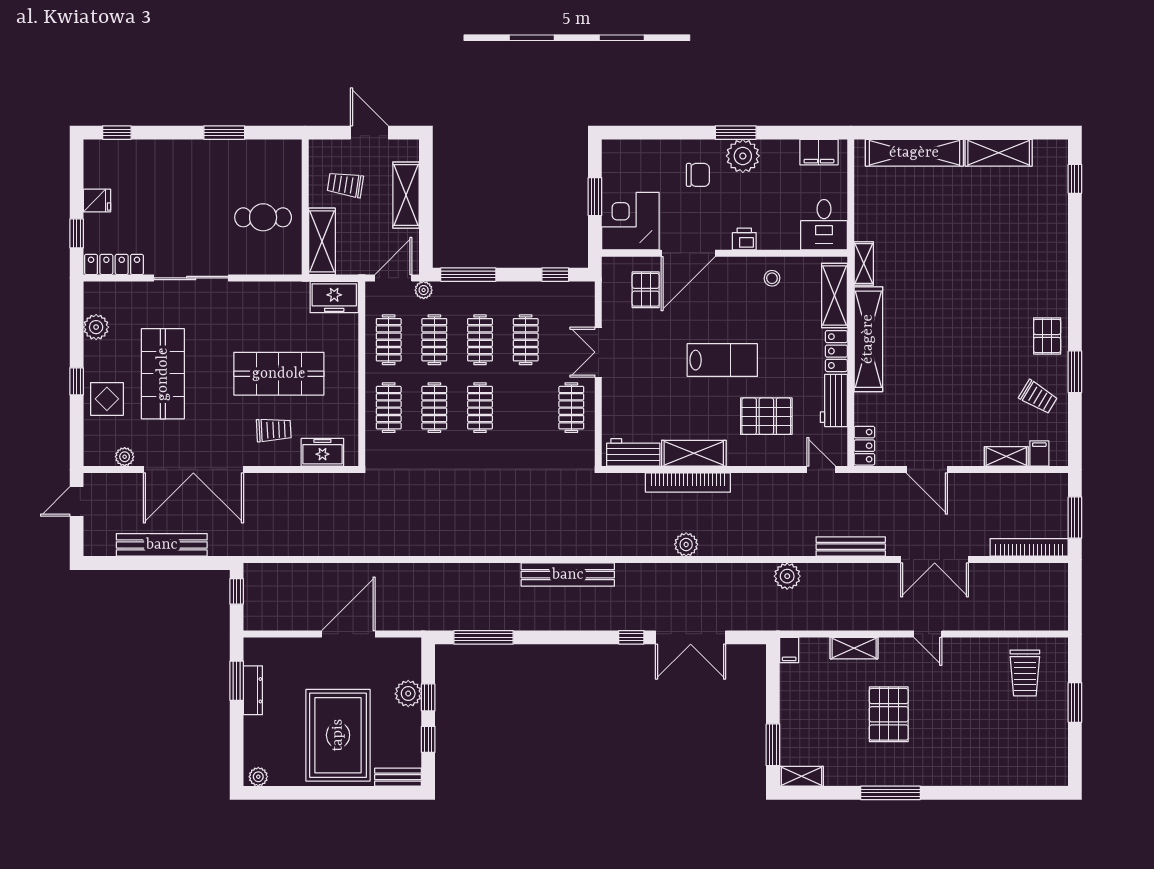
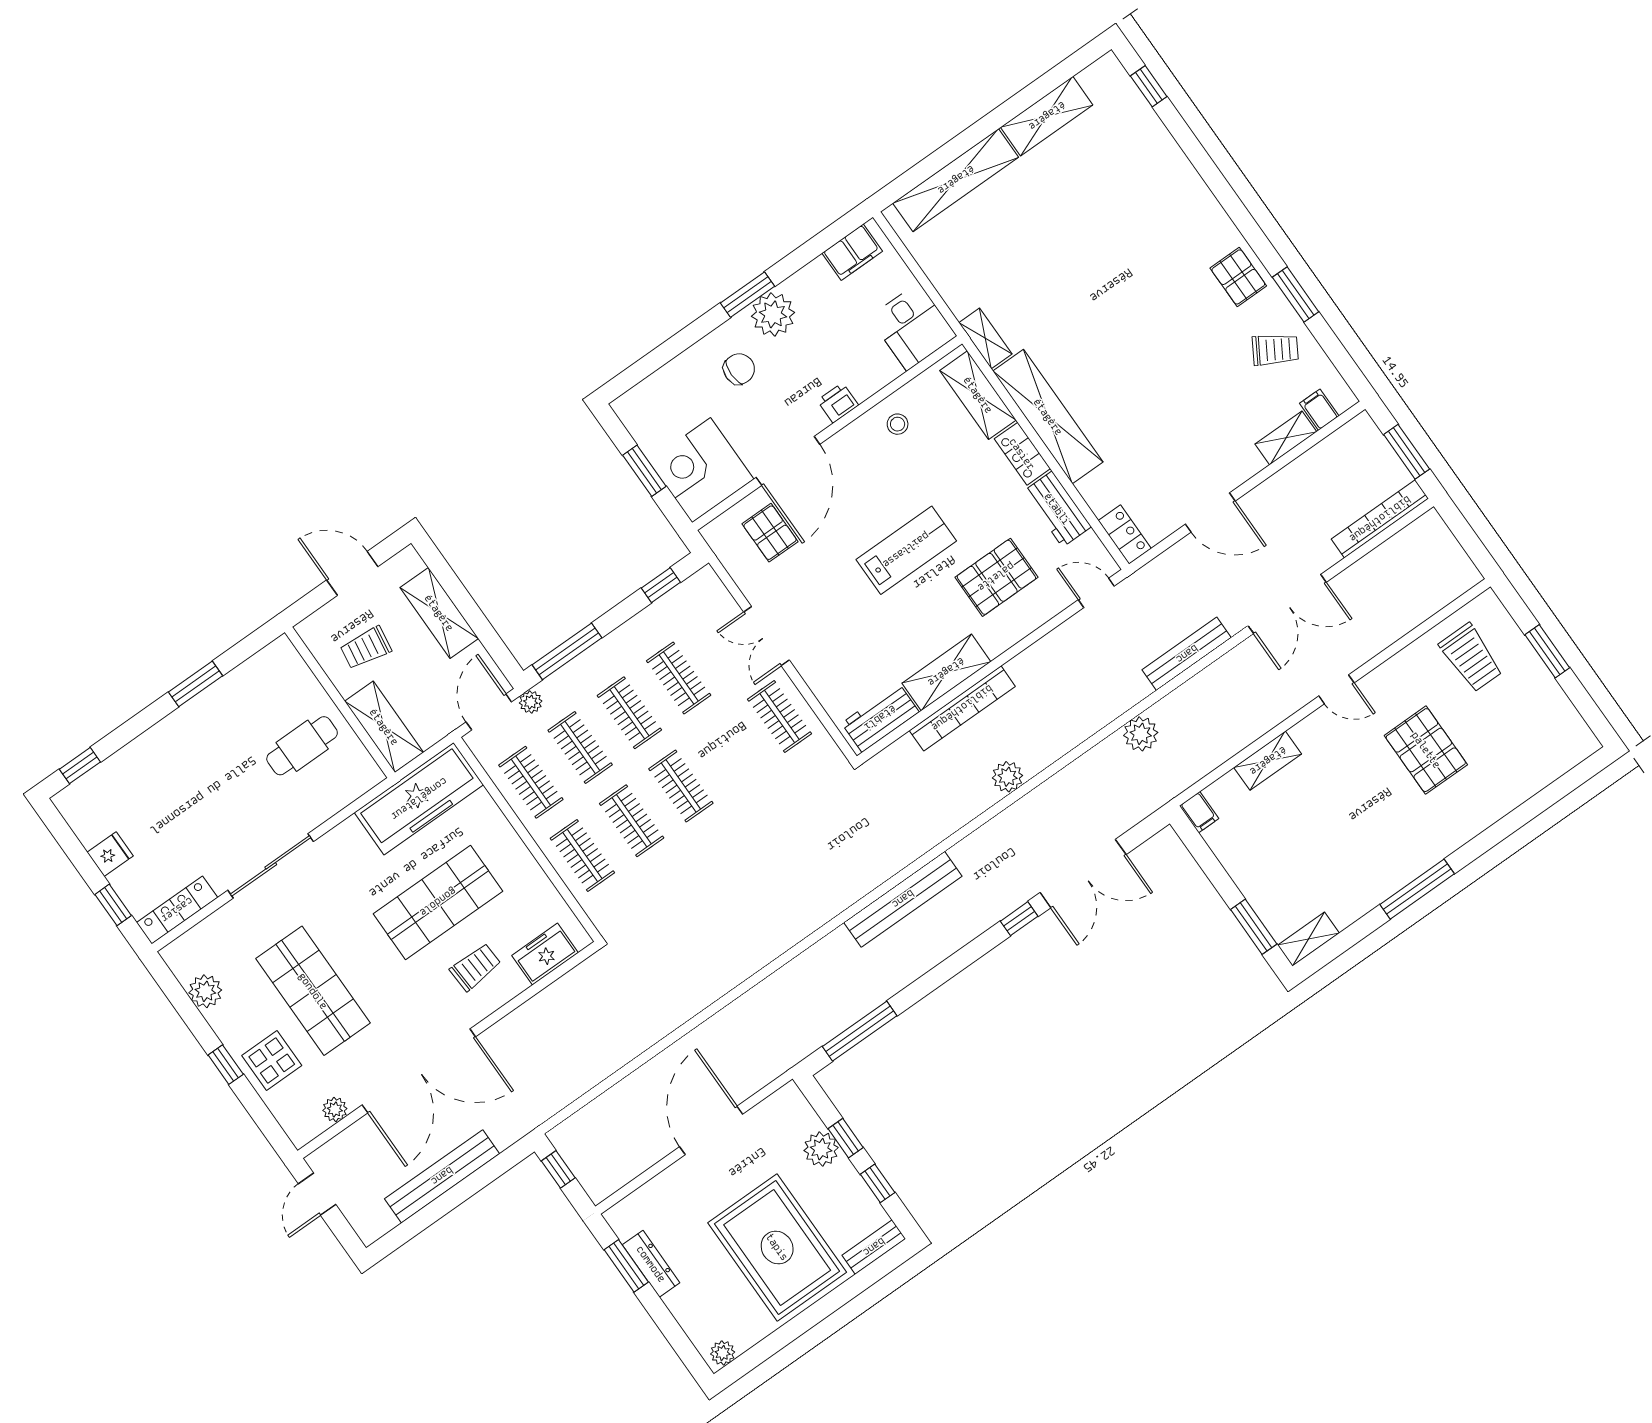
freezer: (334, 297) -> (419, 799), width x1.91, depth x1.26
pallet: (889, 714) -> (1426, 750), moved

